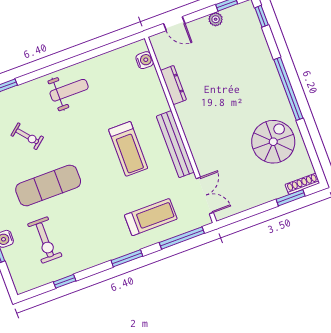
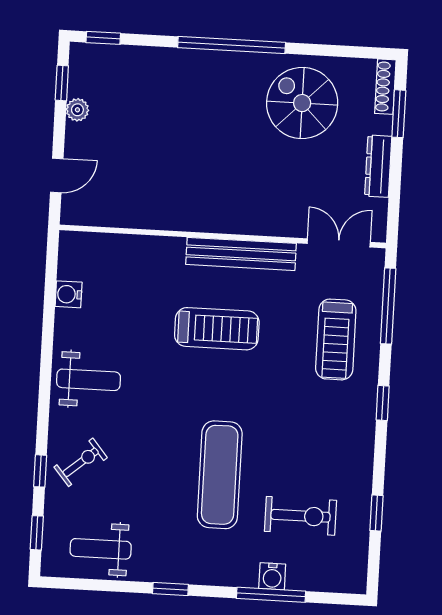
water cooler: (145, 60) -> (69, 294), moved, turned -90
dresser: (173, 85) -> (378, 166), moved, turned -90
weight bench: (69, 90) -> (89, 380), turned 90
exercise bike: (27, 136) -> (81, 462), moved
treadmill: (151, 217) -> (336, 339), turned 180
window: (127, 258) -> (383, 403), width x0.67

